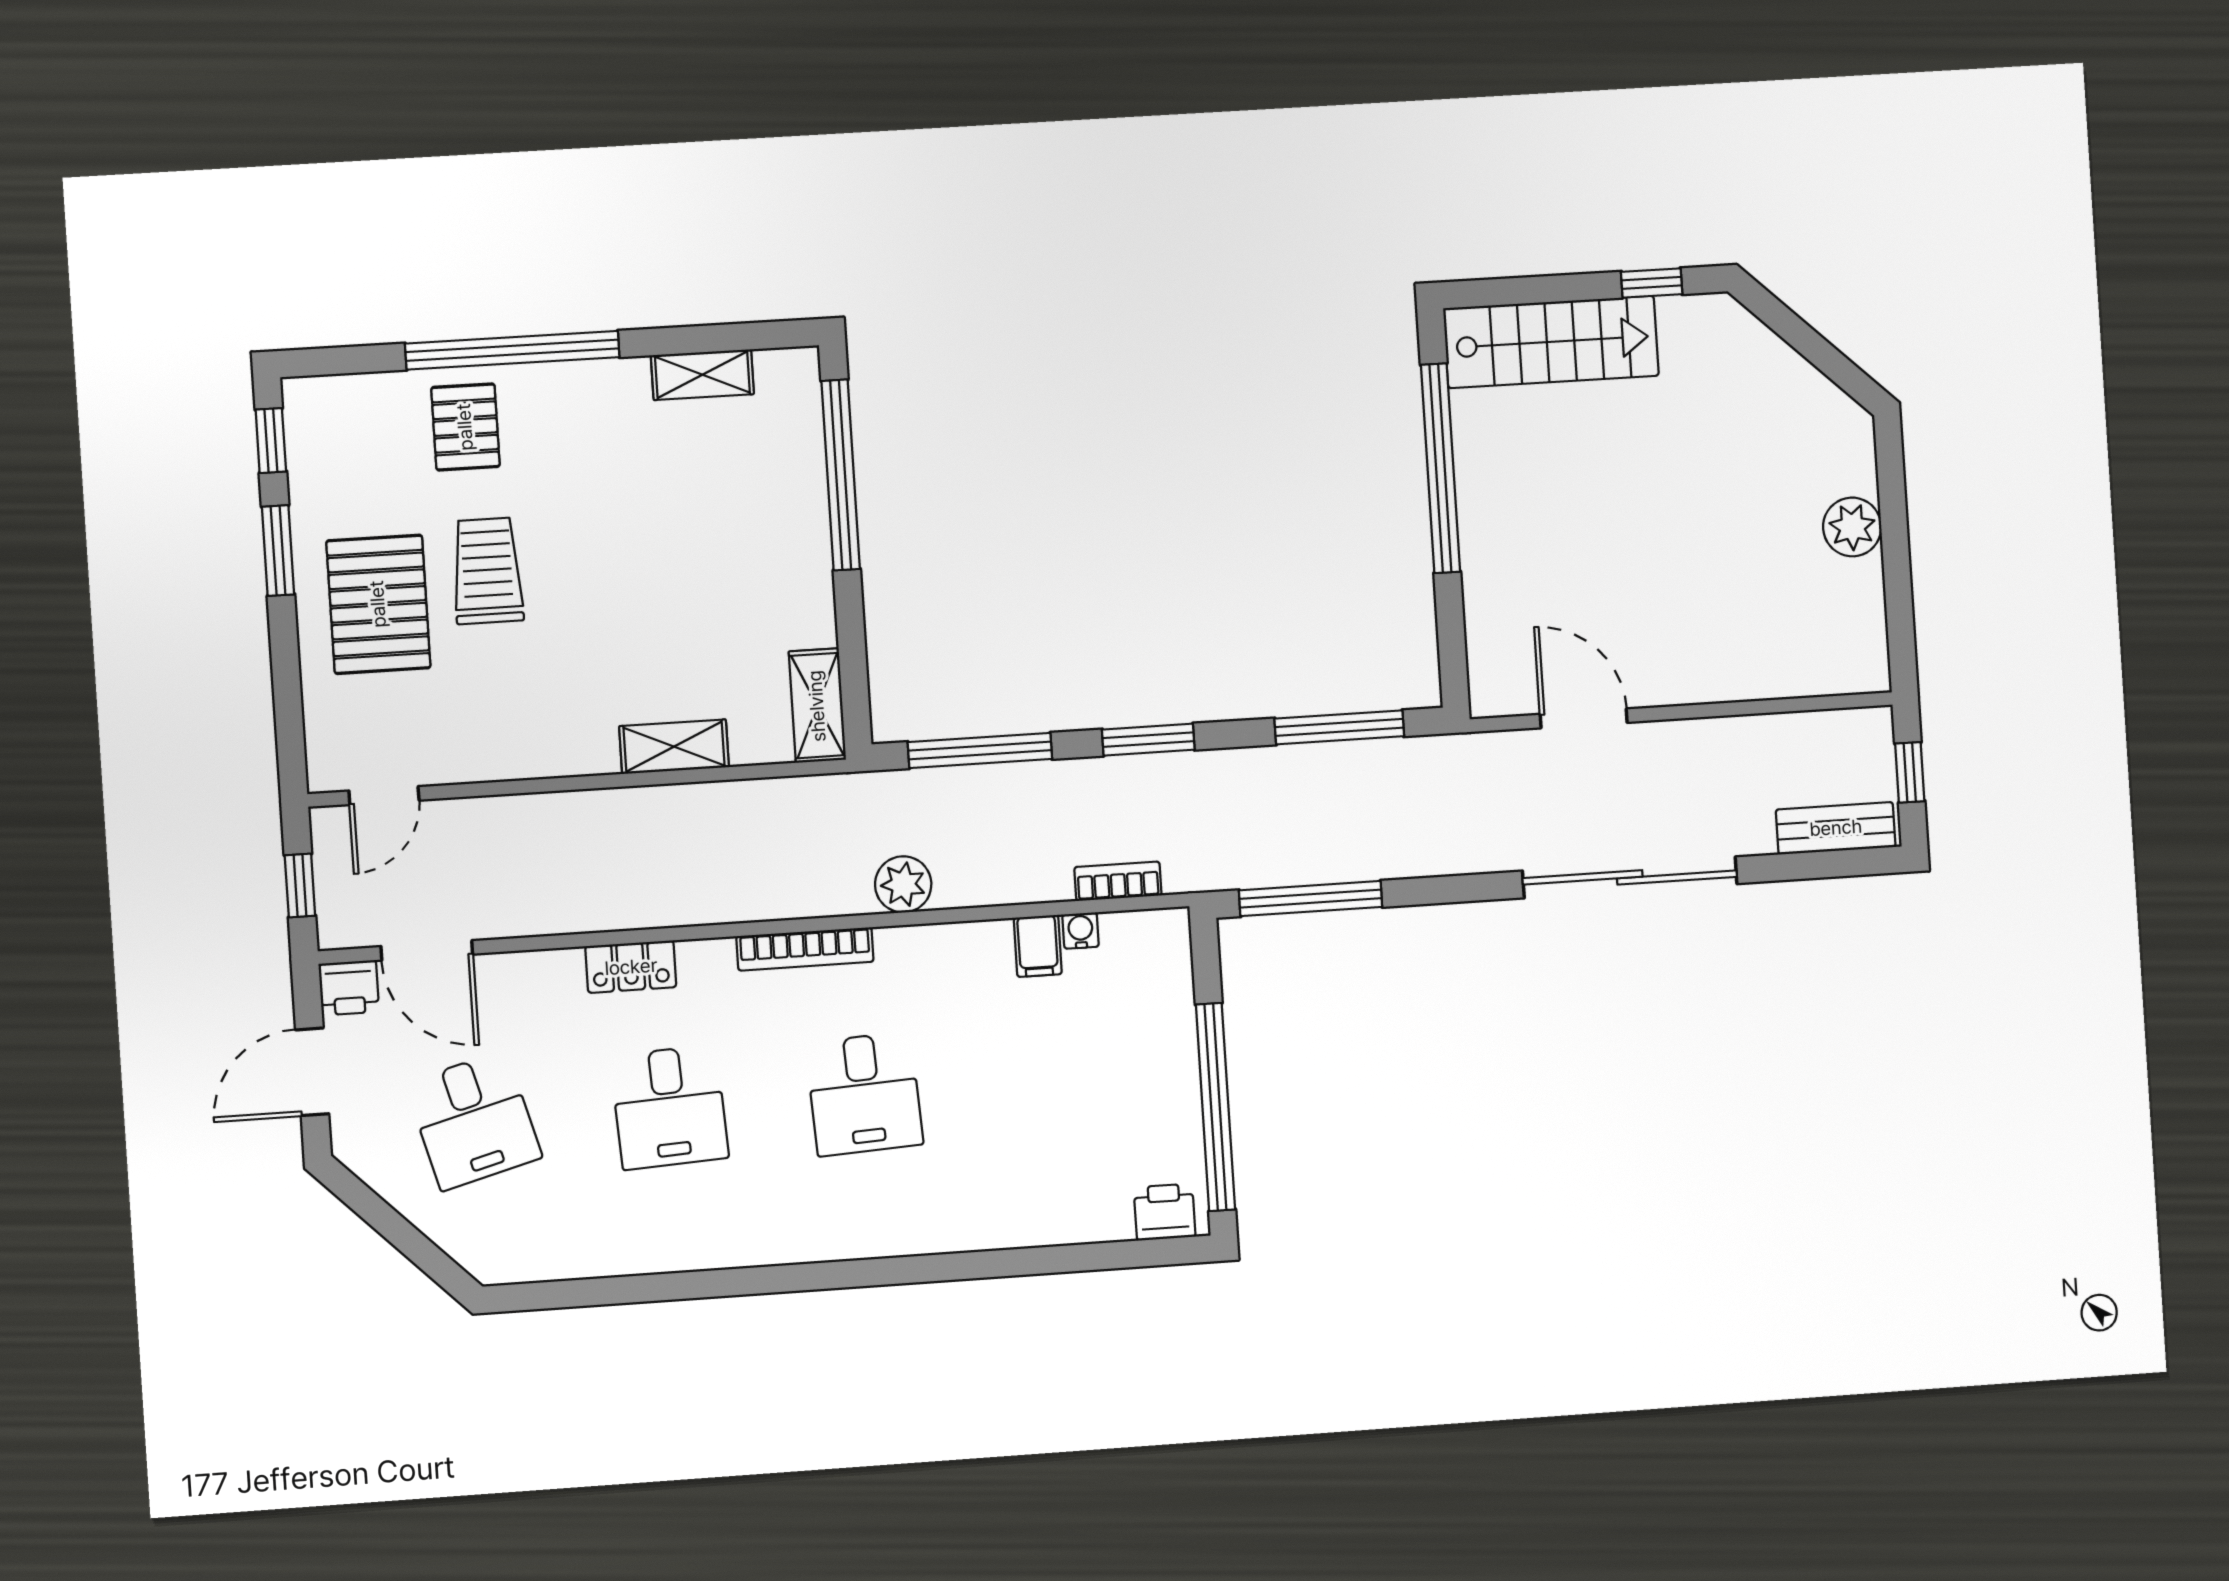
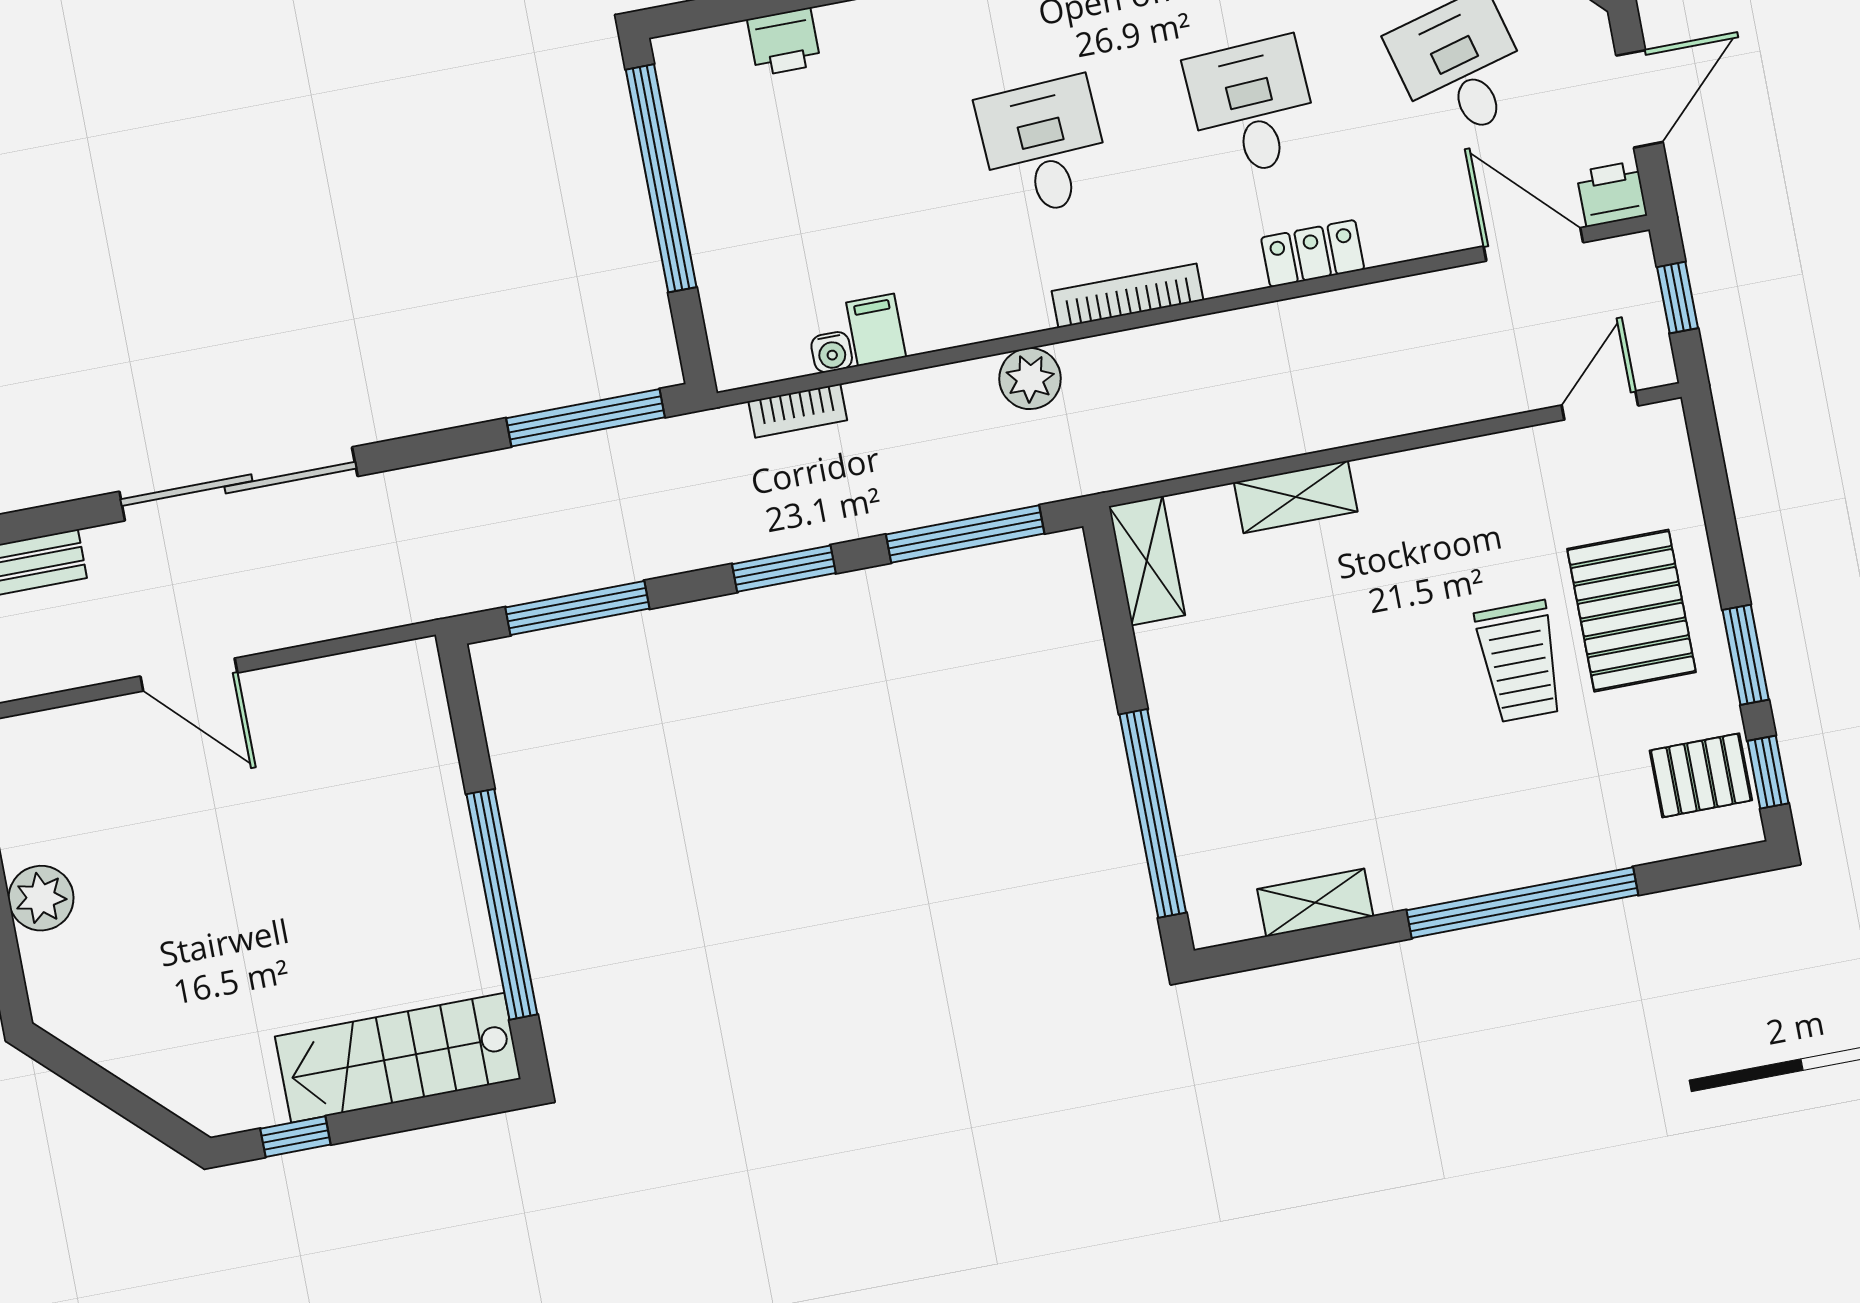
pallet: (465, 427) -> (1701, 775), moved, turned 90
door: (1584, 718) -> (189, 675), moved
printer: (1165, 1212) -> (784, 42), moved

